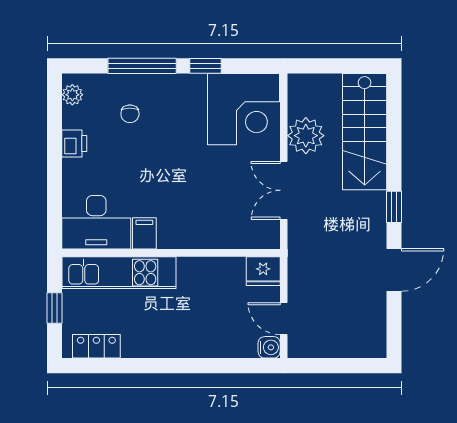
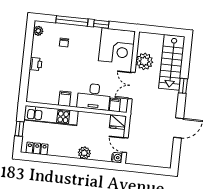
printer: (74, 144) -> (36, 64), moved
window: (394, 207) -> (183, 86), moved
desk: (96, 222) -> (94, 97), moved
filing cabinet: (253, 235) -> (115, 105), added
plant: (198, 345) -> (84, 153), added

